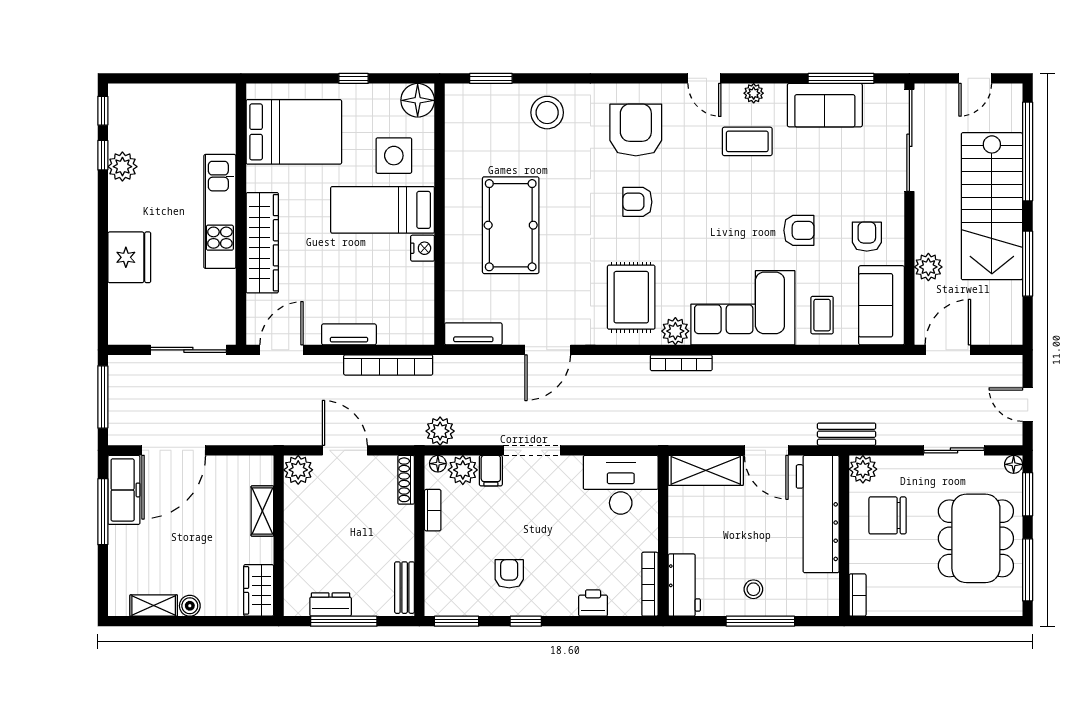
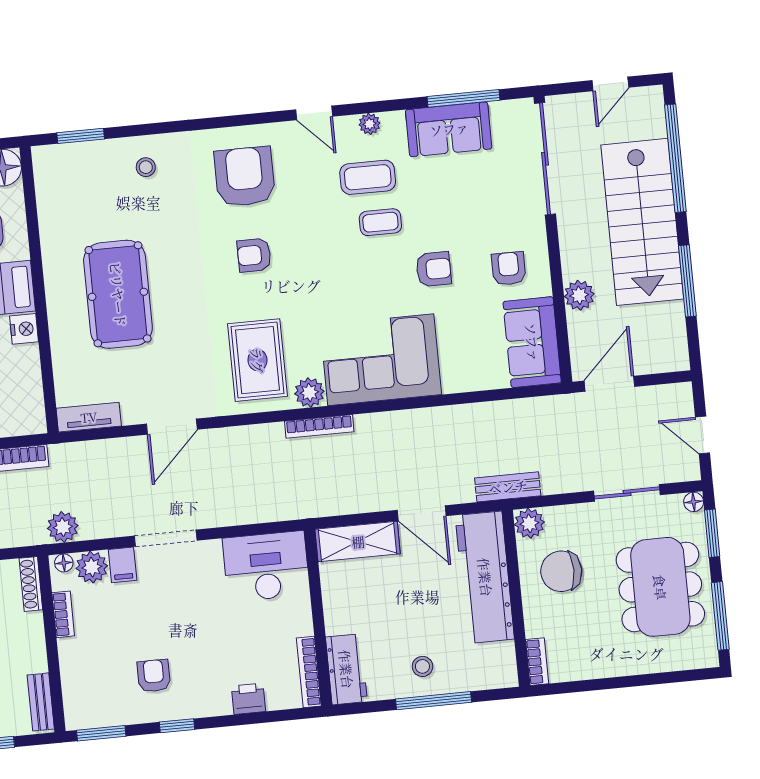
stool: (547, 113) -> (146, 167), width x0.53, depth x0.53
coffee table: (822, 315) -> (380, 222), moved, turned 90

